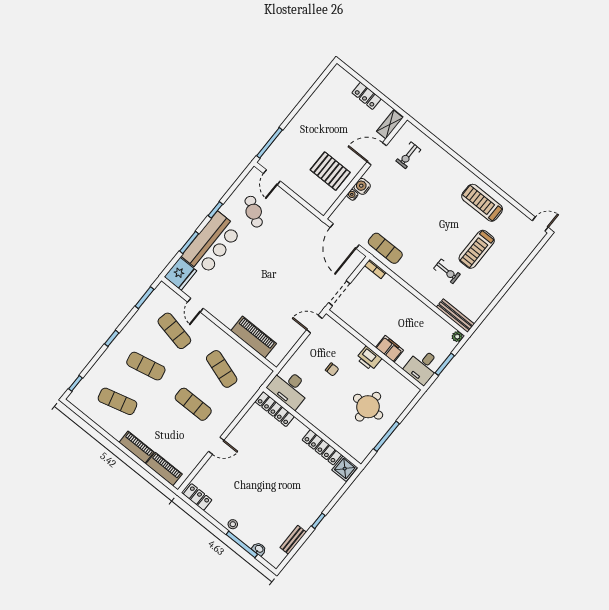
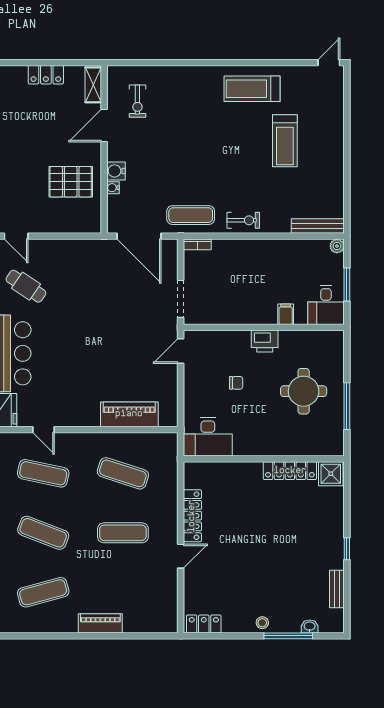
exercise bike: (447, 271) -> (243, 220), moved
filing cabinet: (390, 349) -> (286, 314), width x0.50
exercise mat: (146, 366) -> (43, 533), turned 33
locker: (275, 409) -> (192, 516), moved, turned -90
piano: (164, 469) -> (146, 623), removed

